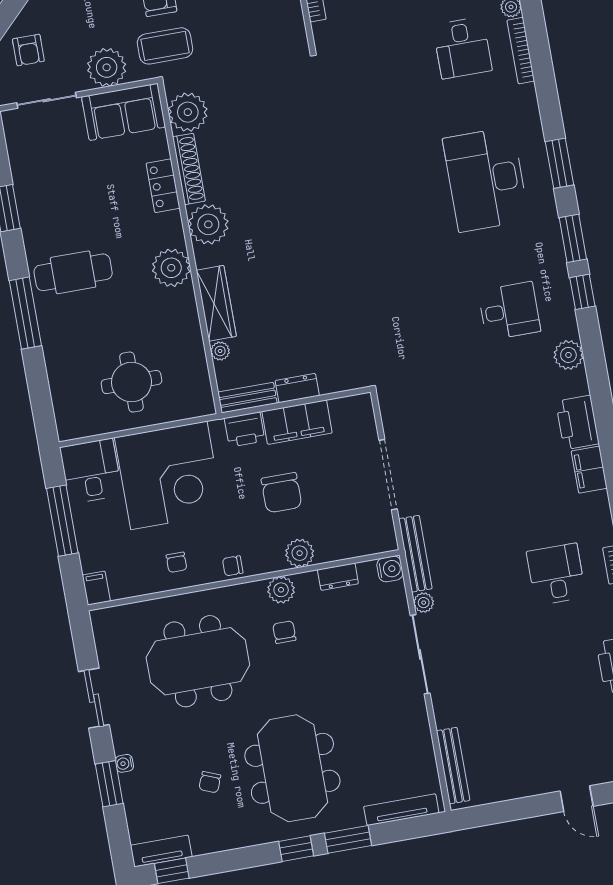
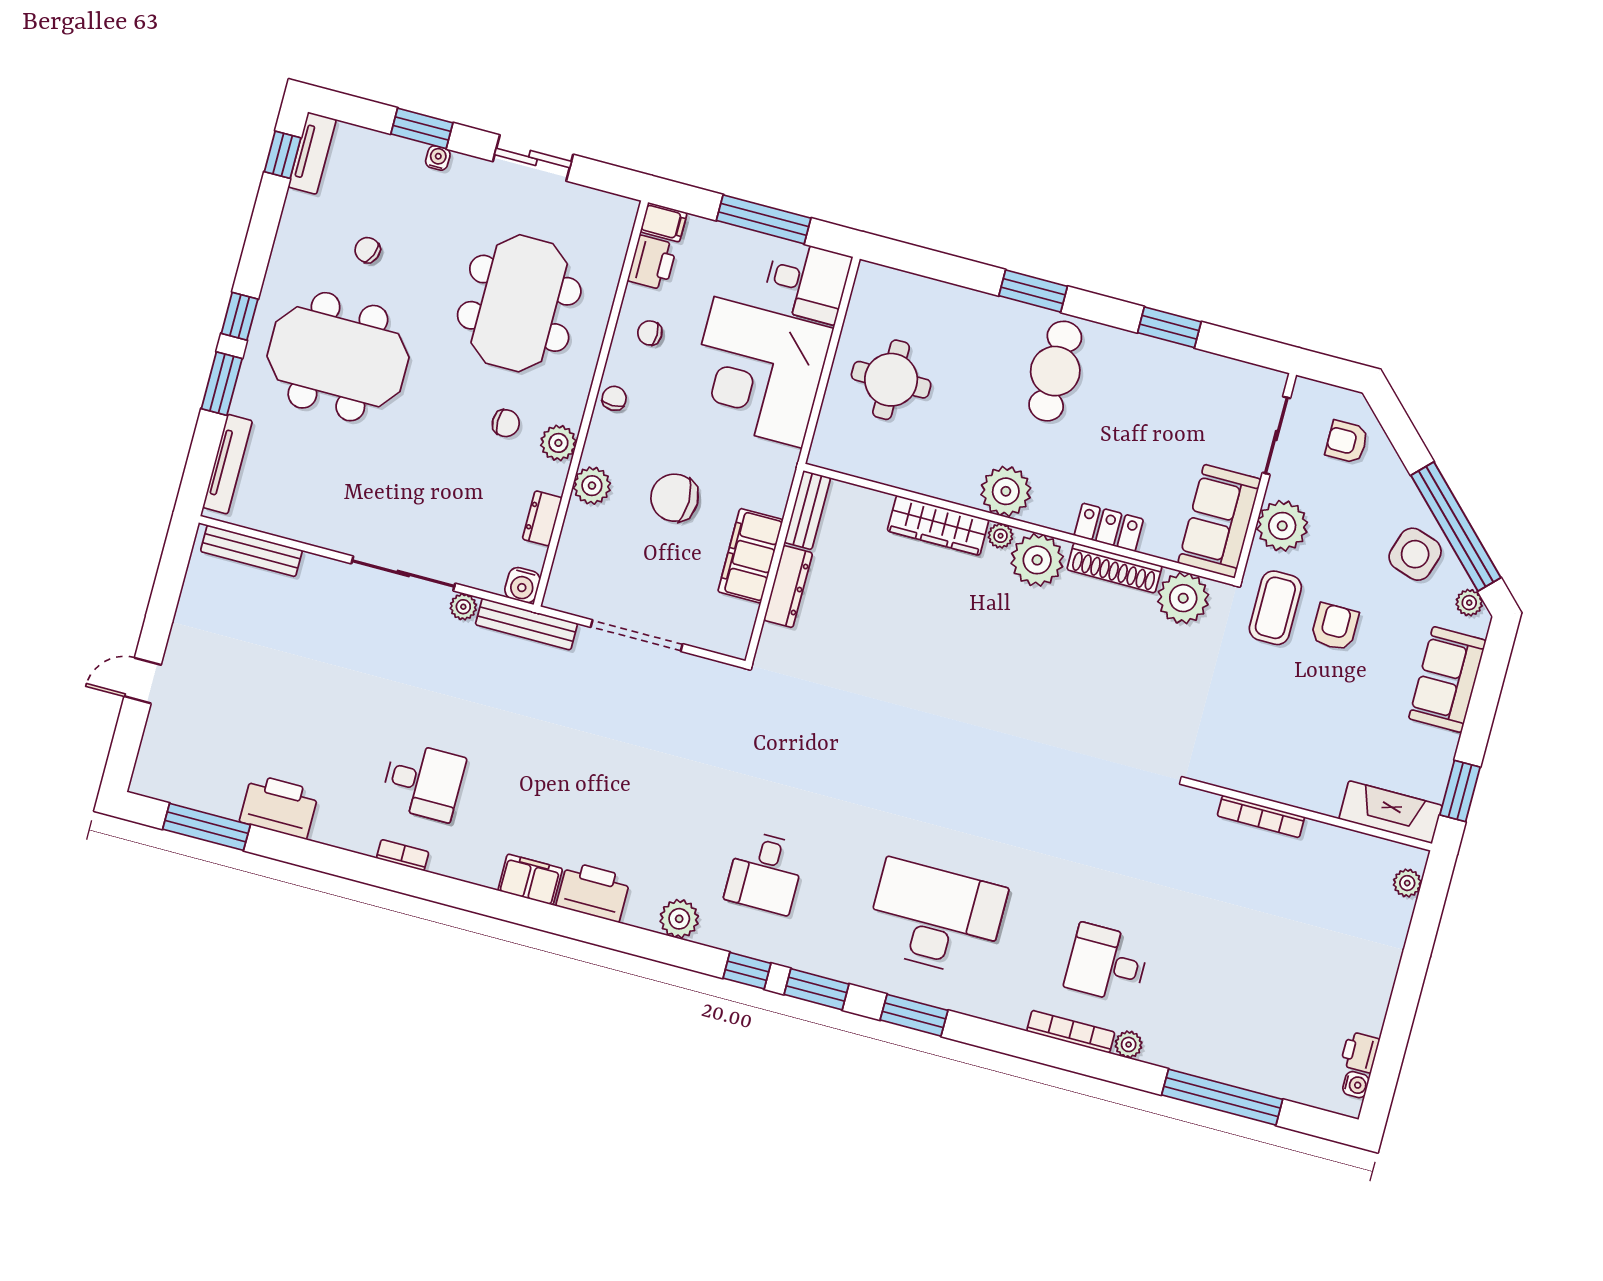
window: (25, 313) -> (1033, 291), width x0.69
plant: (220, 351) -> (1001, 536), moved
dresser: (297, 388) -> (788, 587), width x1.44
printer: (245, 429) -> (652, 263), moved, turned 180

